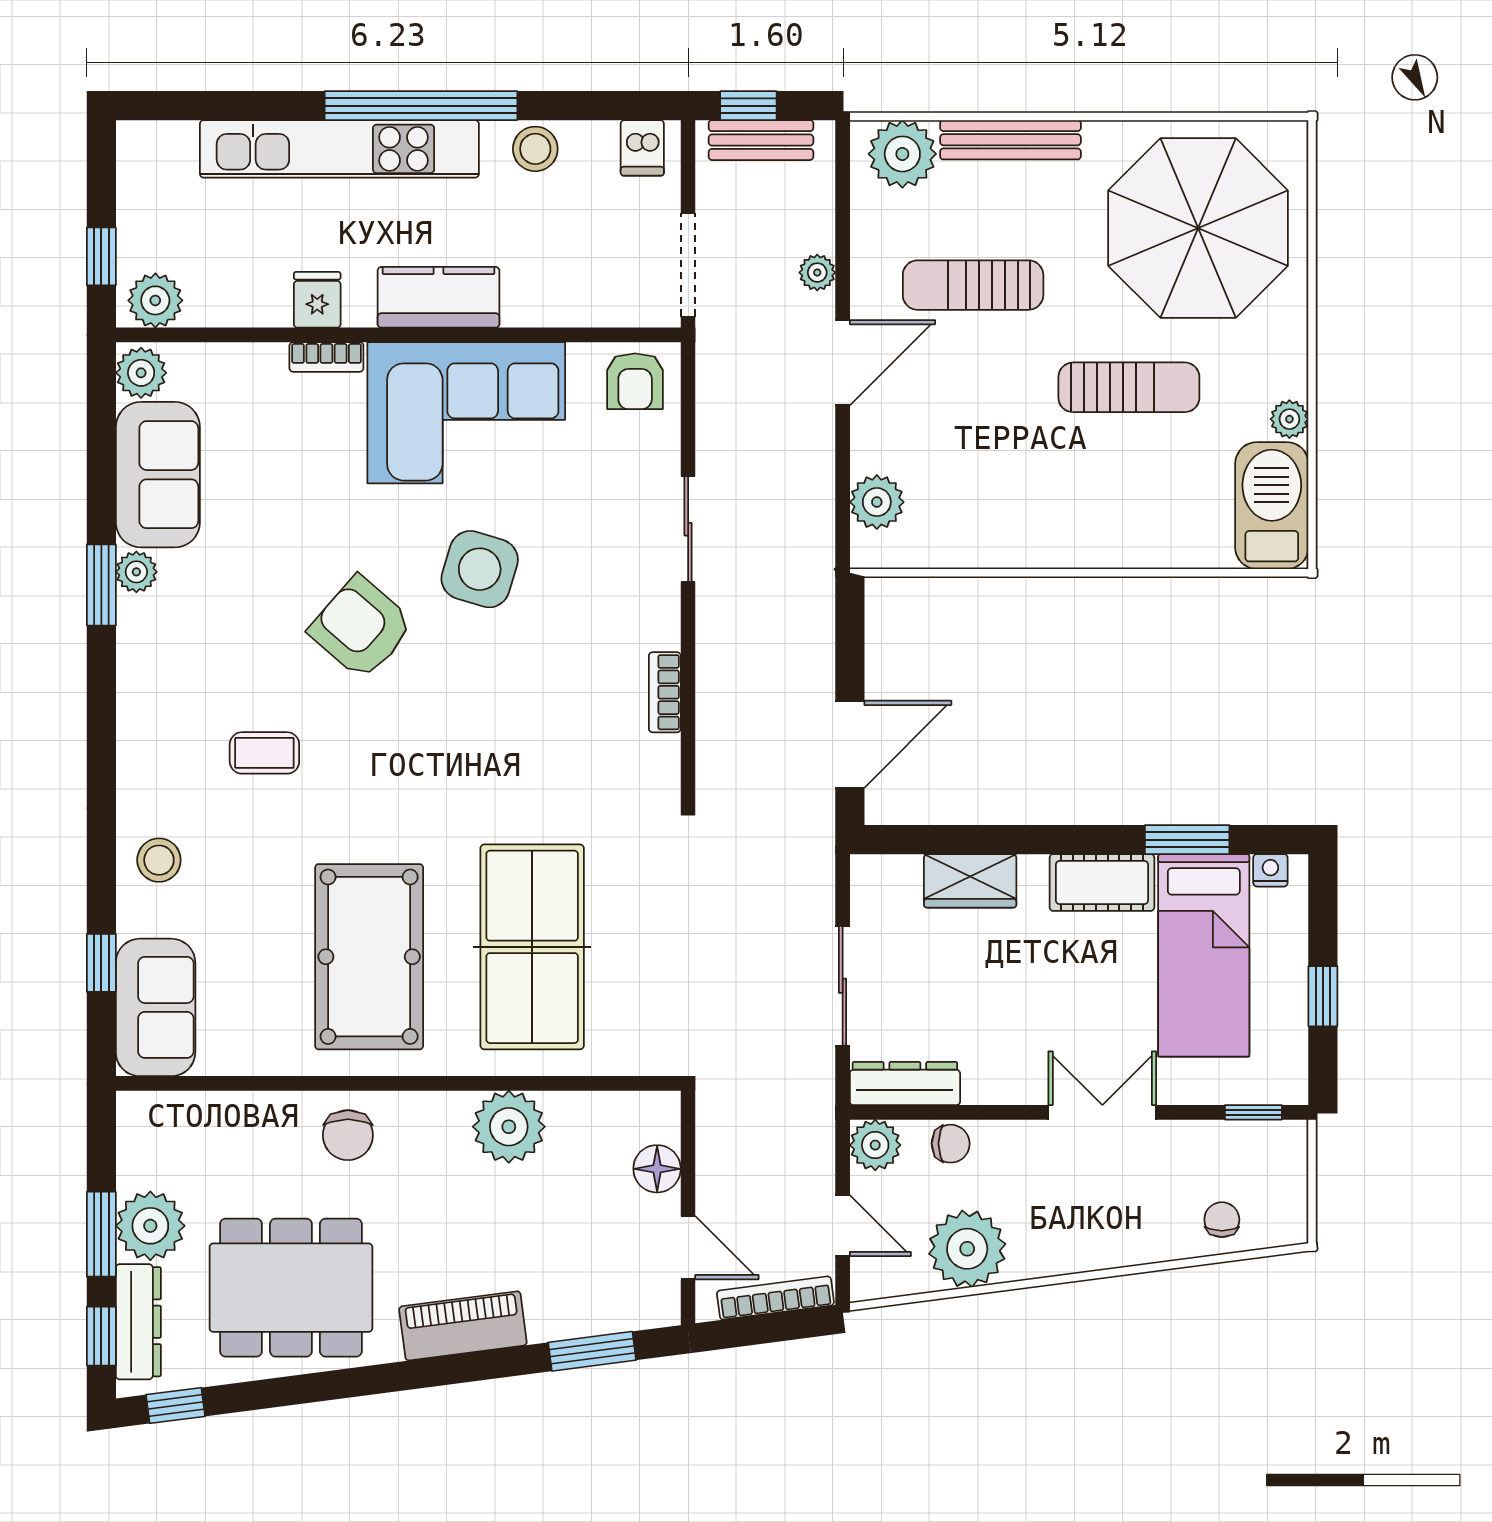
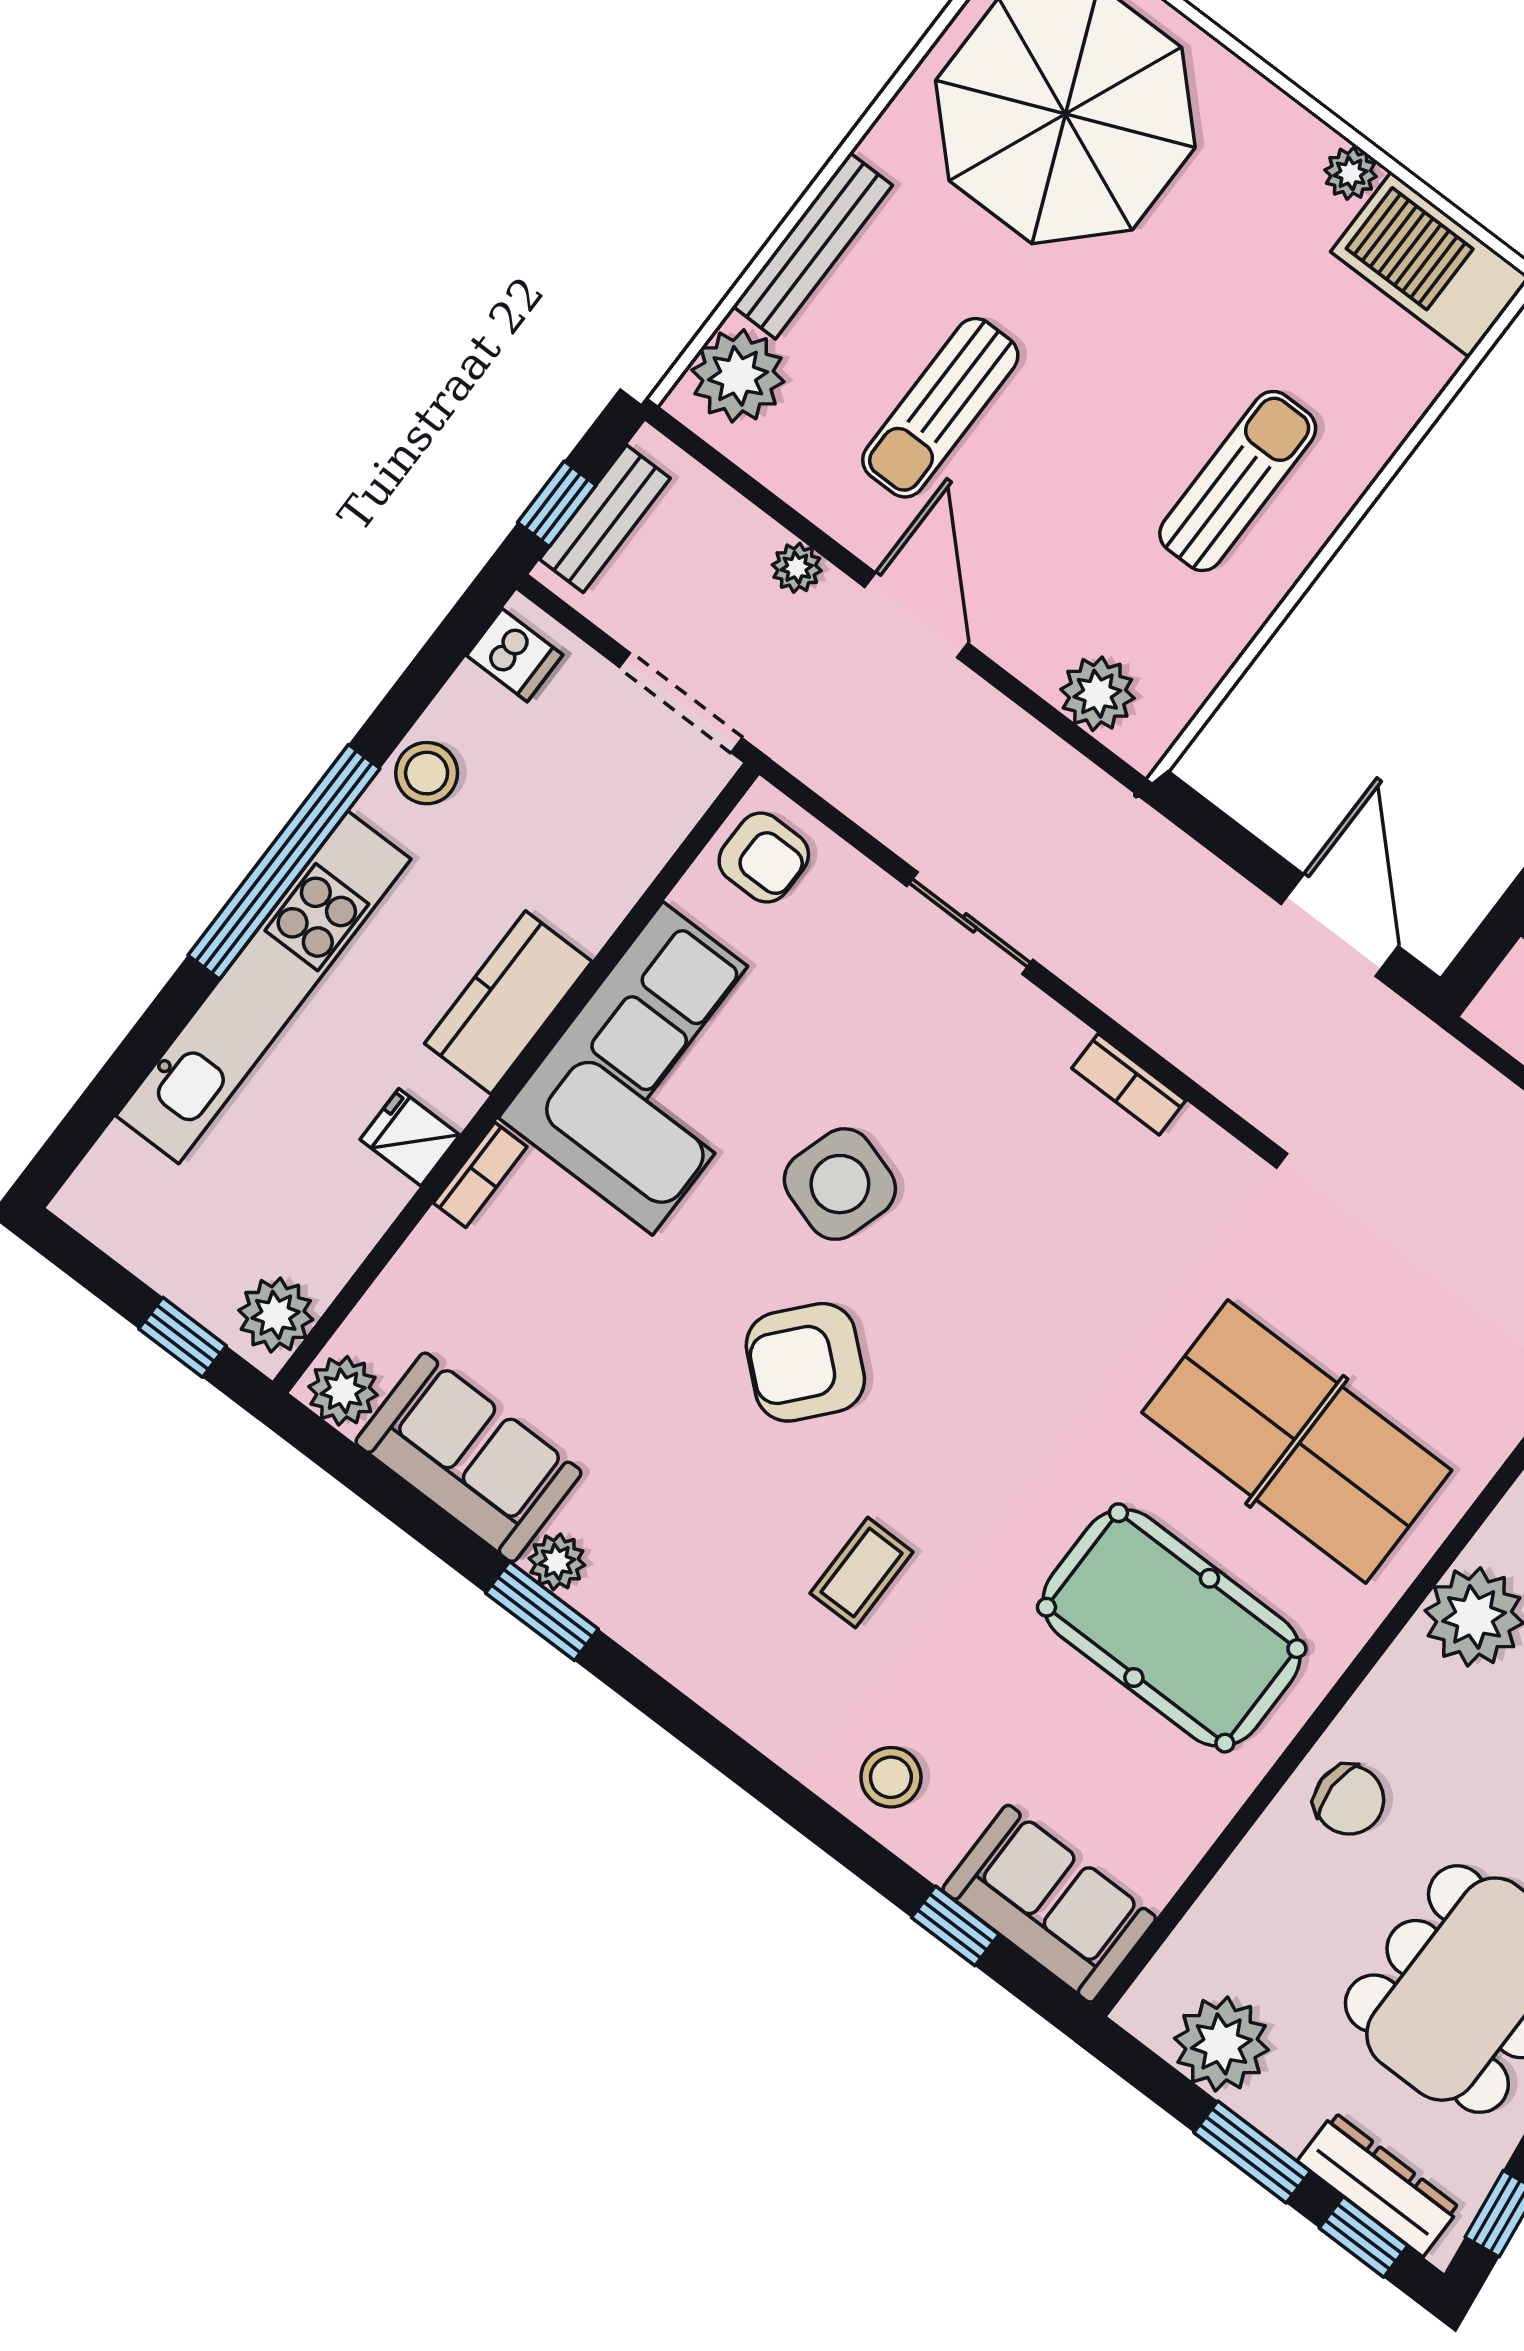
sun lounger: (1129, 387) -> (1238, 481), moved
plant: (150, 1226) -> (1222, 2044), moved

